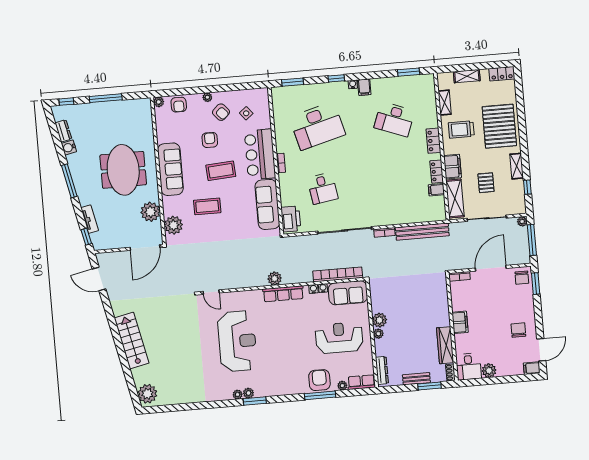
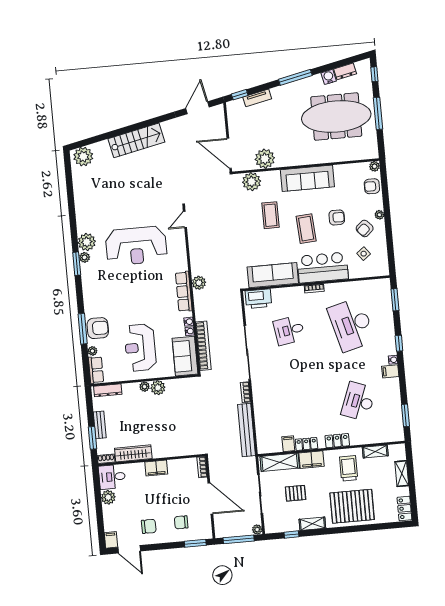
meeting table: (123, 170) -> (336, 116), moved, width x1.36
chair: (522, 278) -> (181, 522), moved
reception desk: (339, 338) -> (140, 348), turned 180
plant: (238, 395) -> (87, 242), width x1.88, depth x1.88

